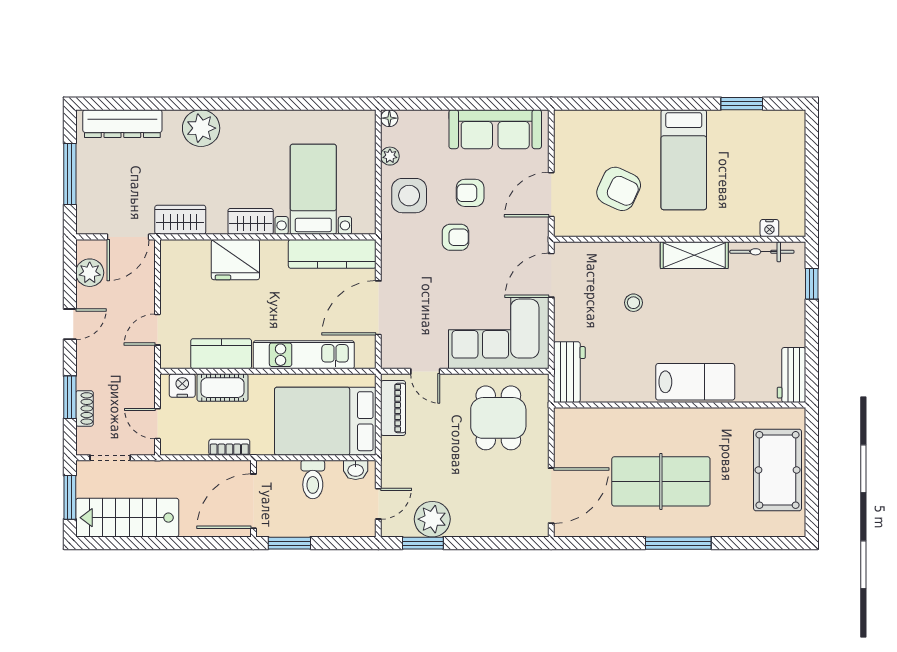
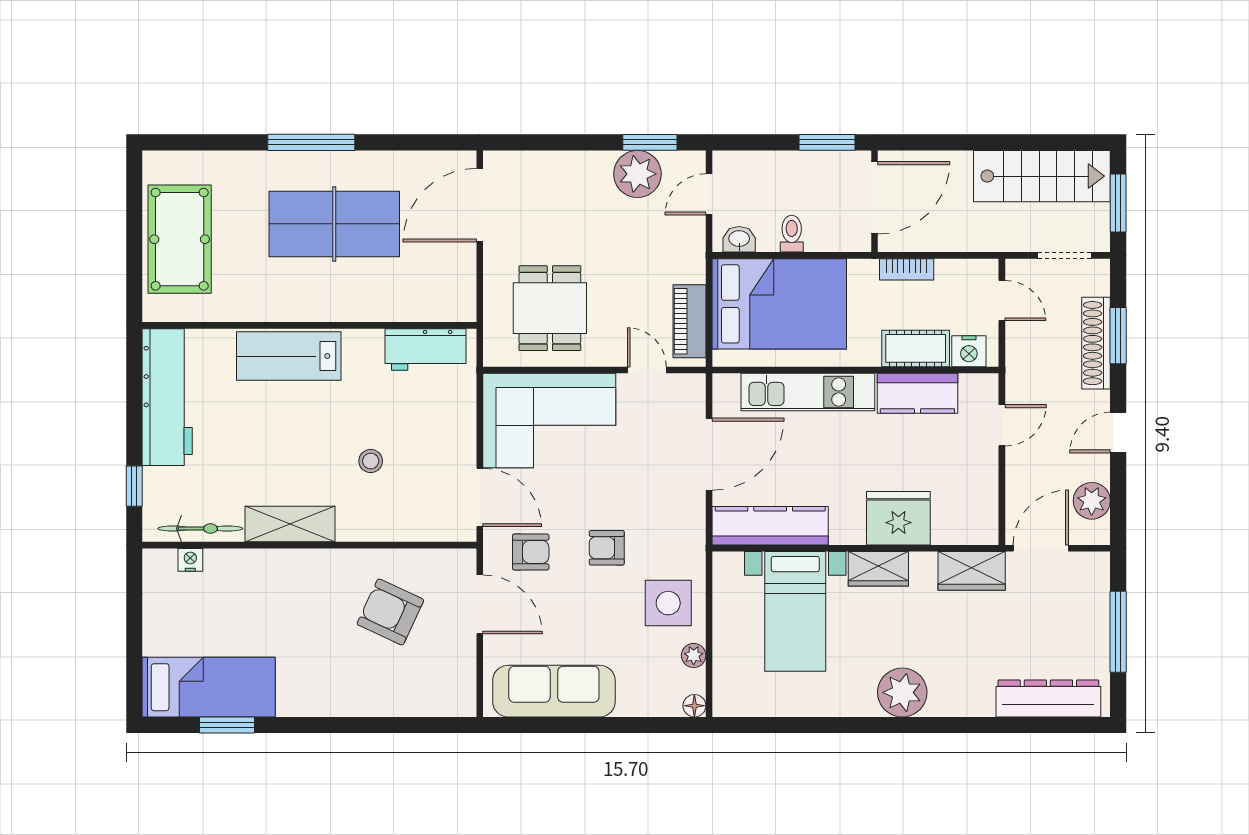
plant: (201, 128) -> (902, 692), moved
bed: (684, 160) -> (209, 687), moved, turned 90
armchair: (470, 193) -> (531, 552), moved
door: (551, 195) -> (480, 604), hinge flipped
door: (551, 275) -> (480, 497), hinge flipped
workbench: (569, 372) -> (425, 349), moved, turned -90
workbench: (791, 375) -> (167, 397), width x1.88, depth x1.32
shoe rack: (84, 408) -> (1096, 343), width x1.94, depth x1.24
toilet: (313, 480) -> (792, 234), width x0.73, depth x0.72

